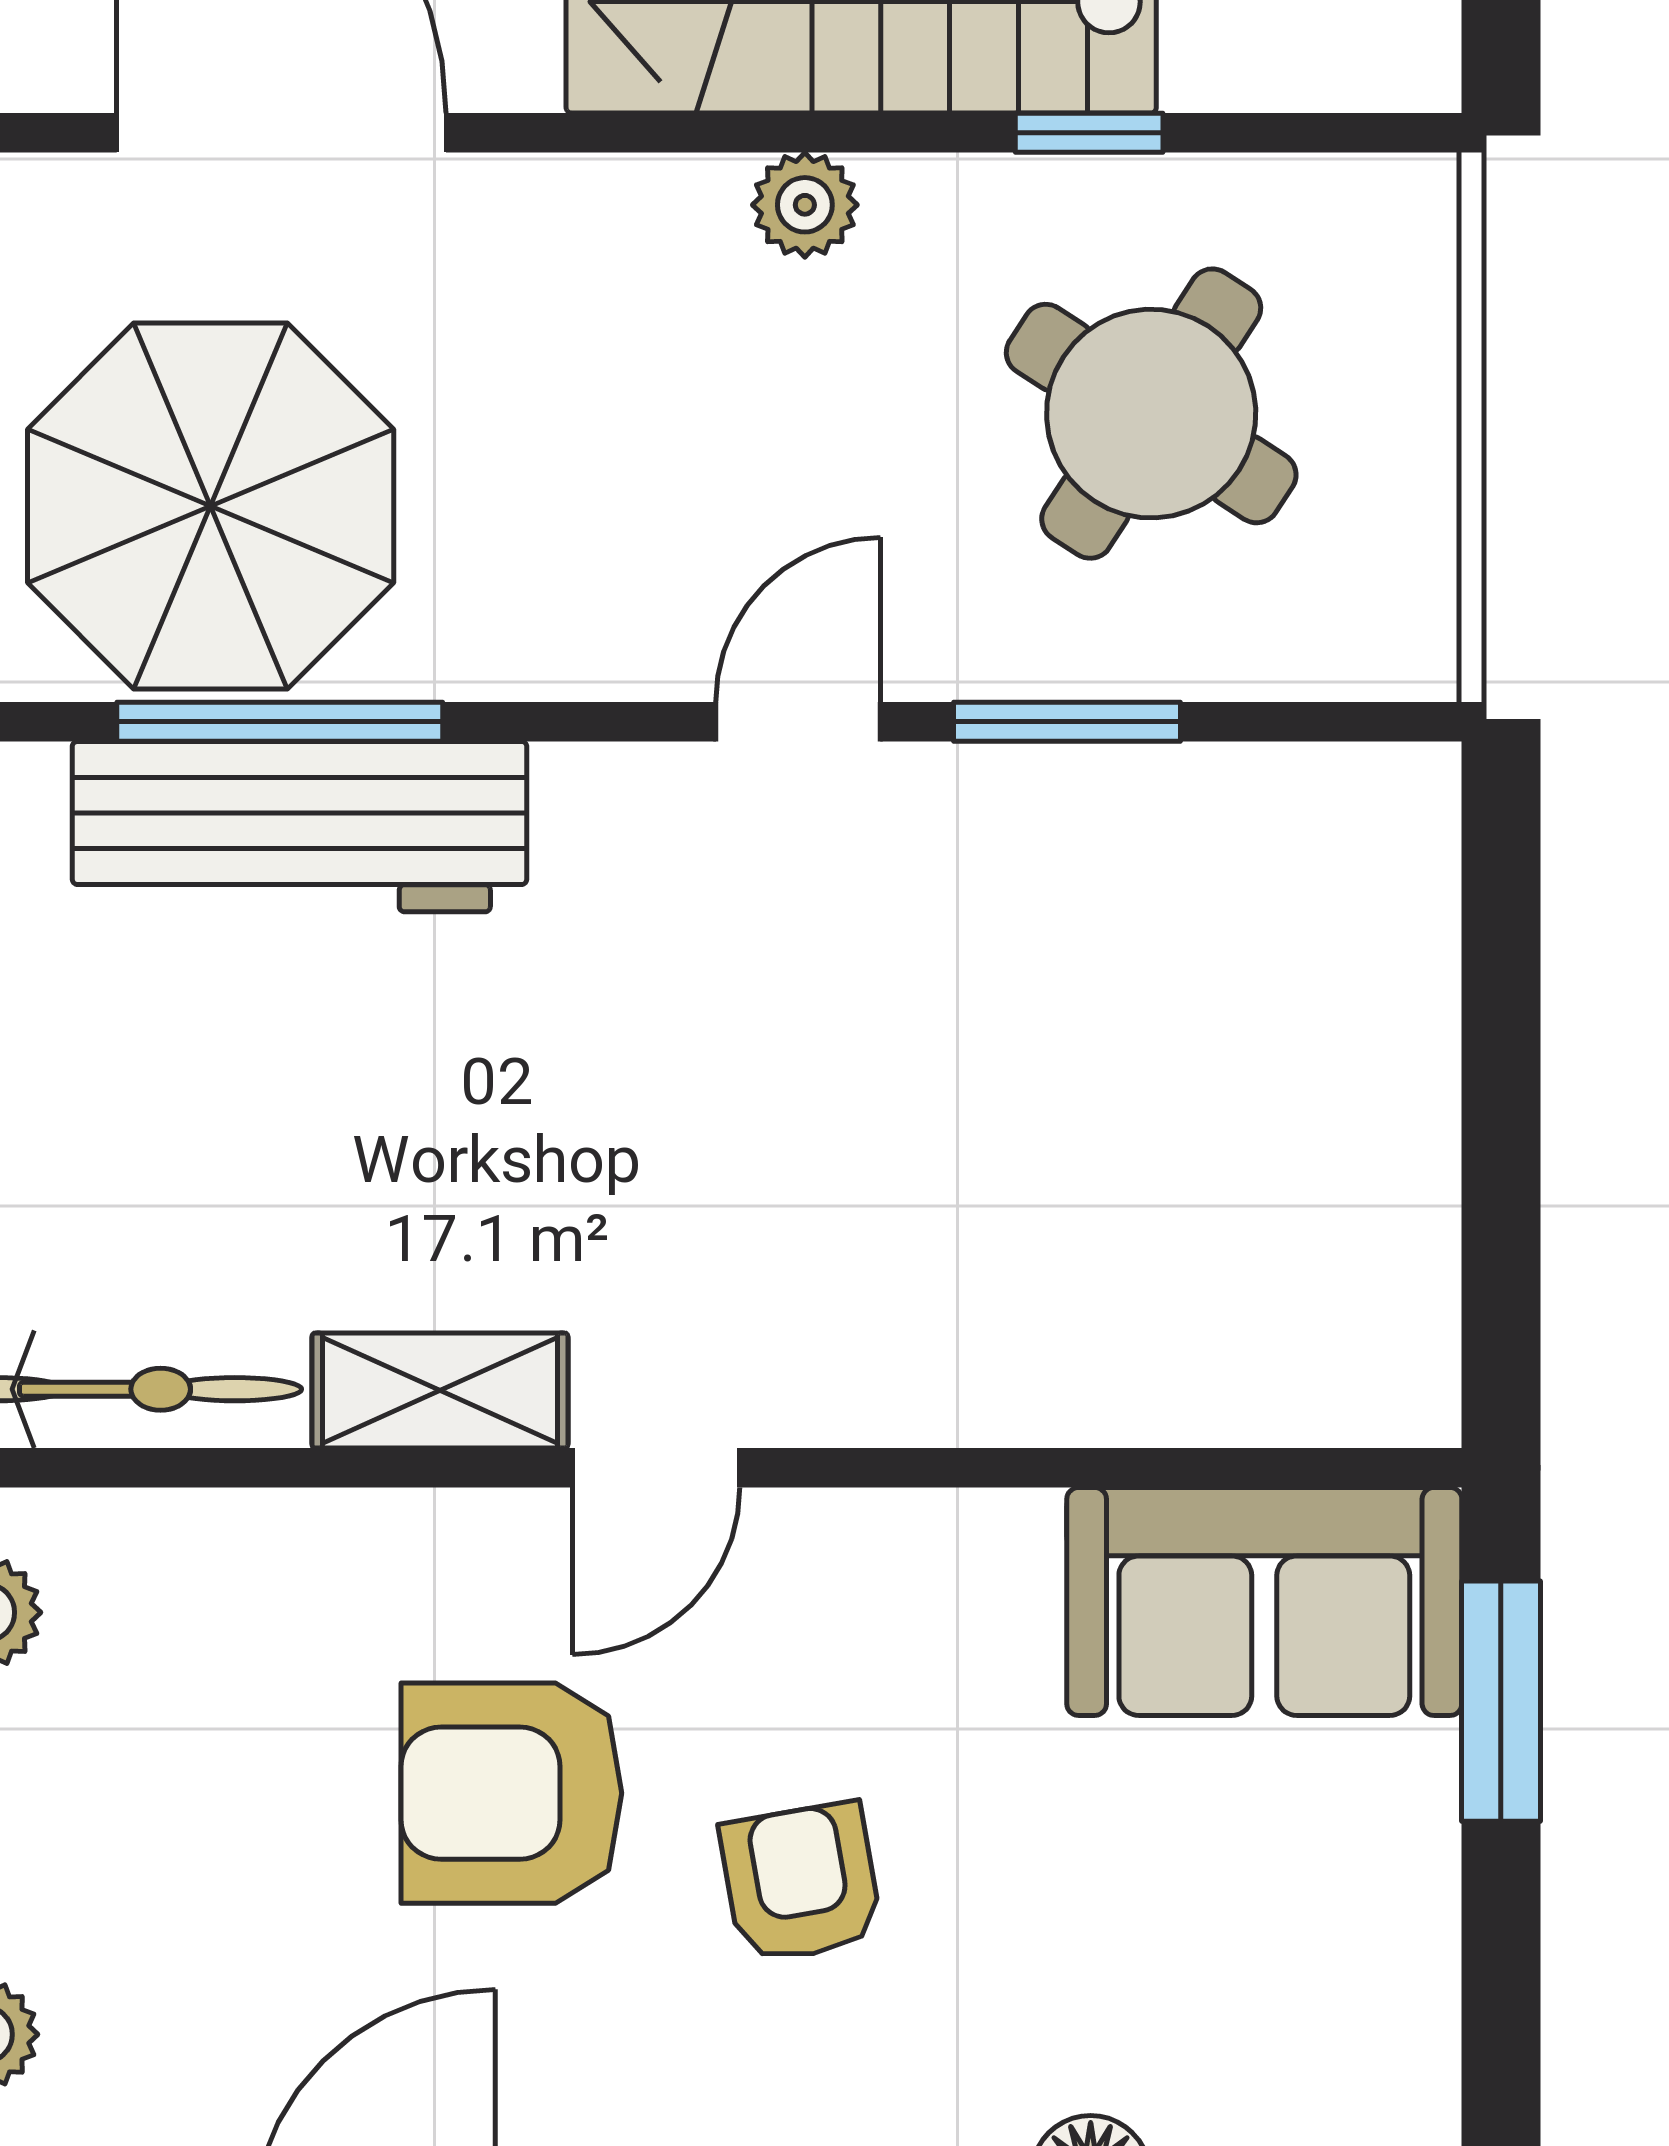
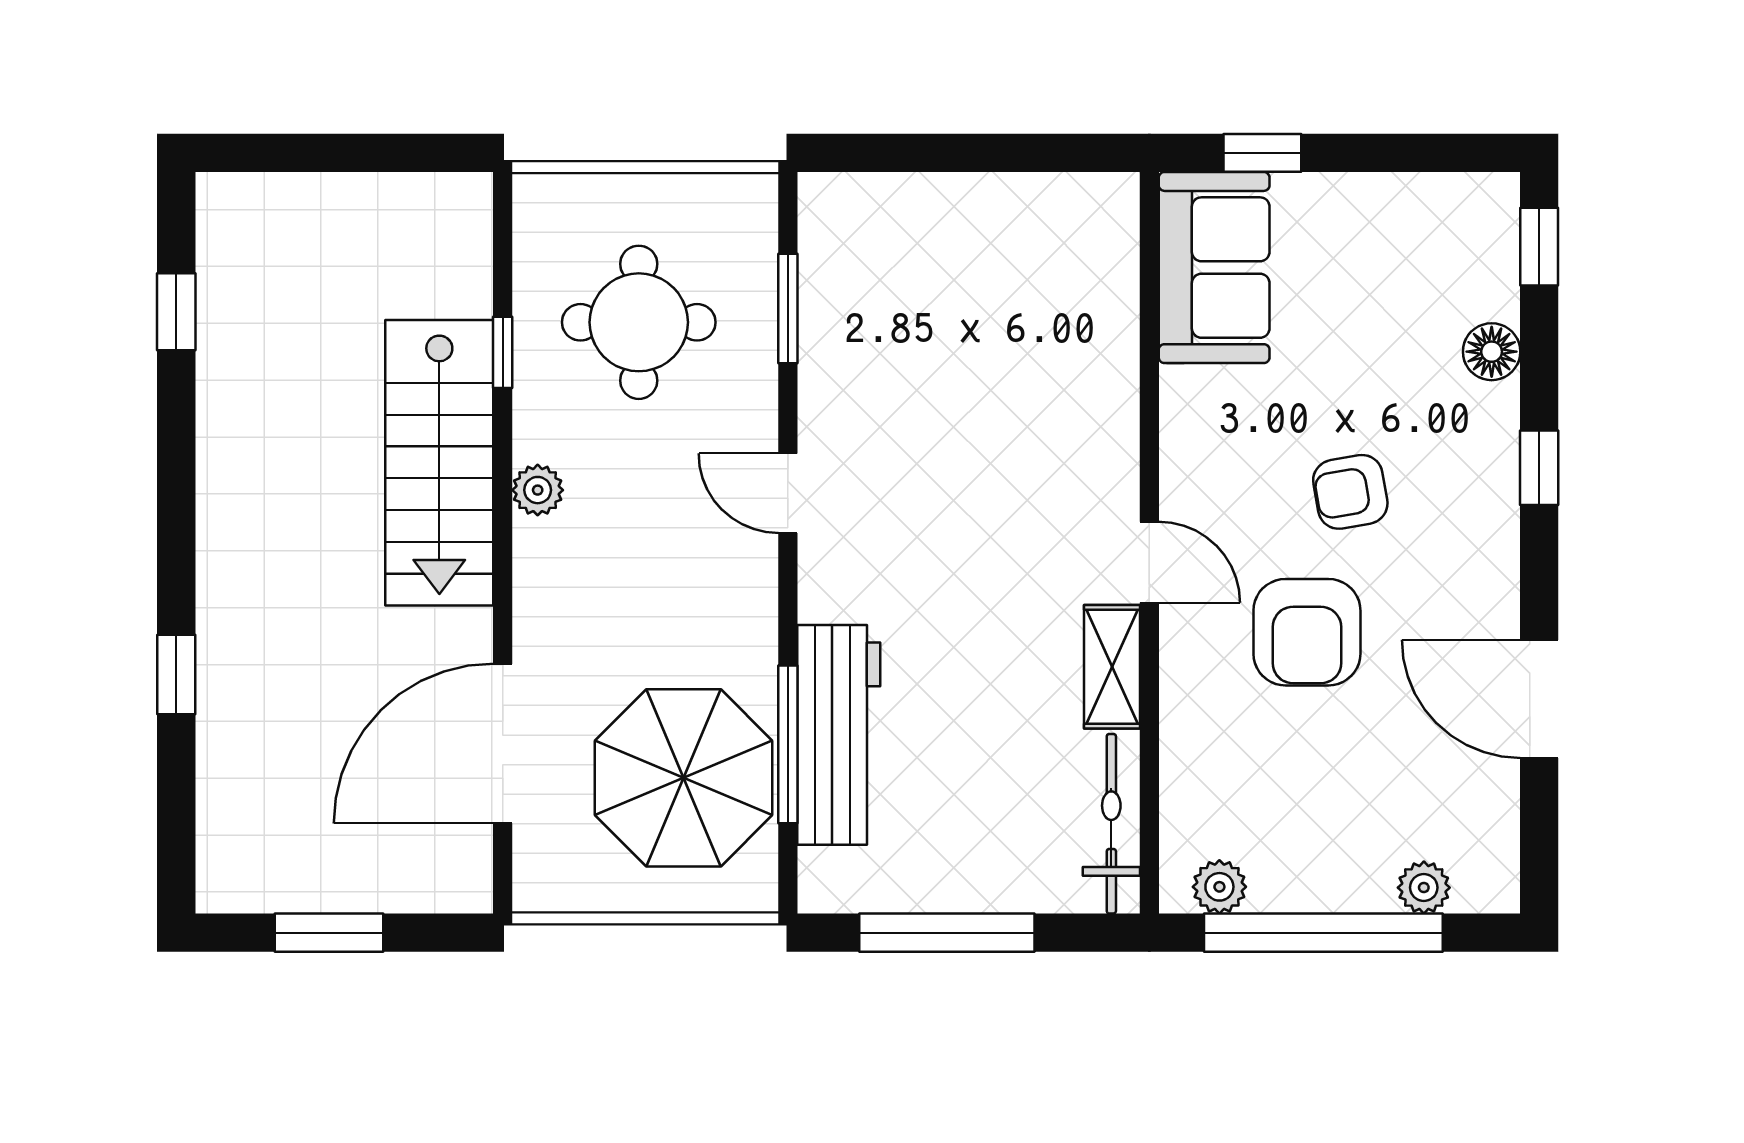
round table: (1151, 414) -> (639, 322), turned -33
window: (1067, 722) -> (788, 309), moved
window: (1501, 1701) -> (1262, 153), width x0.67

